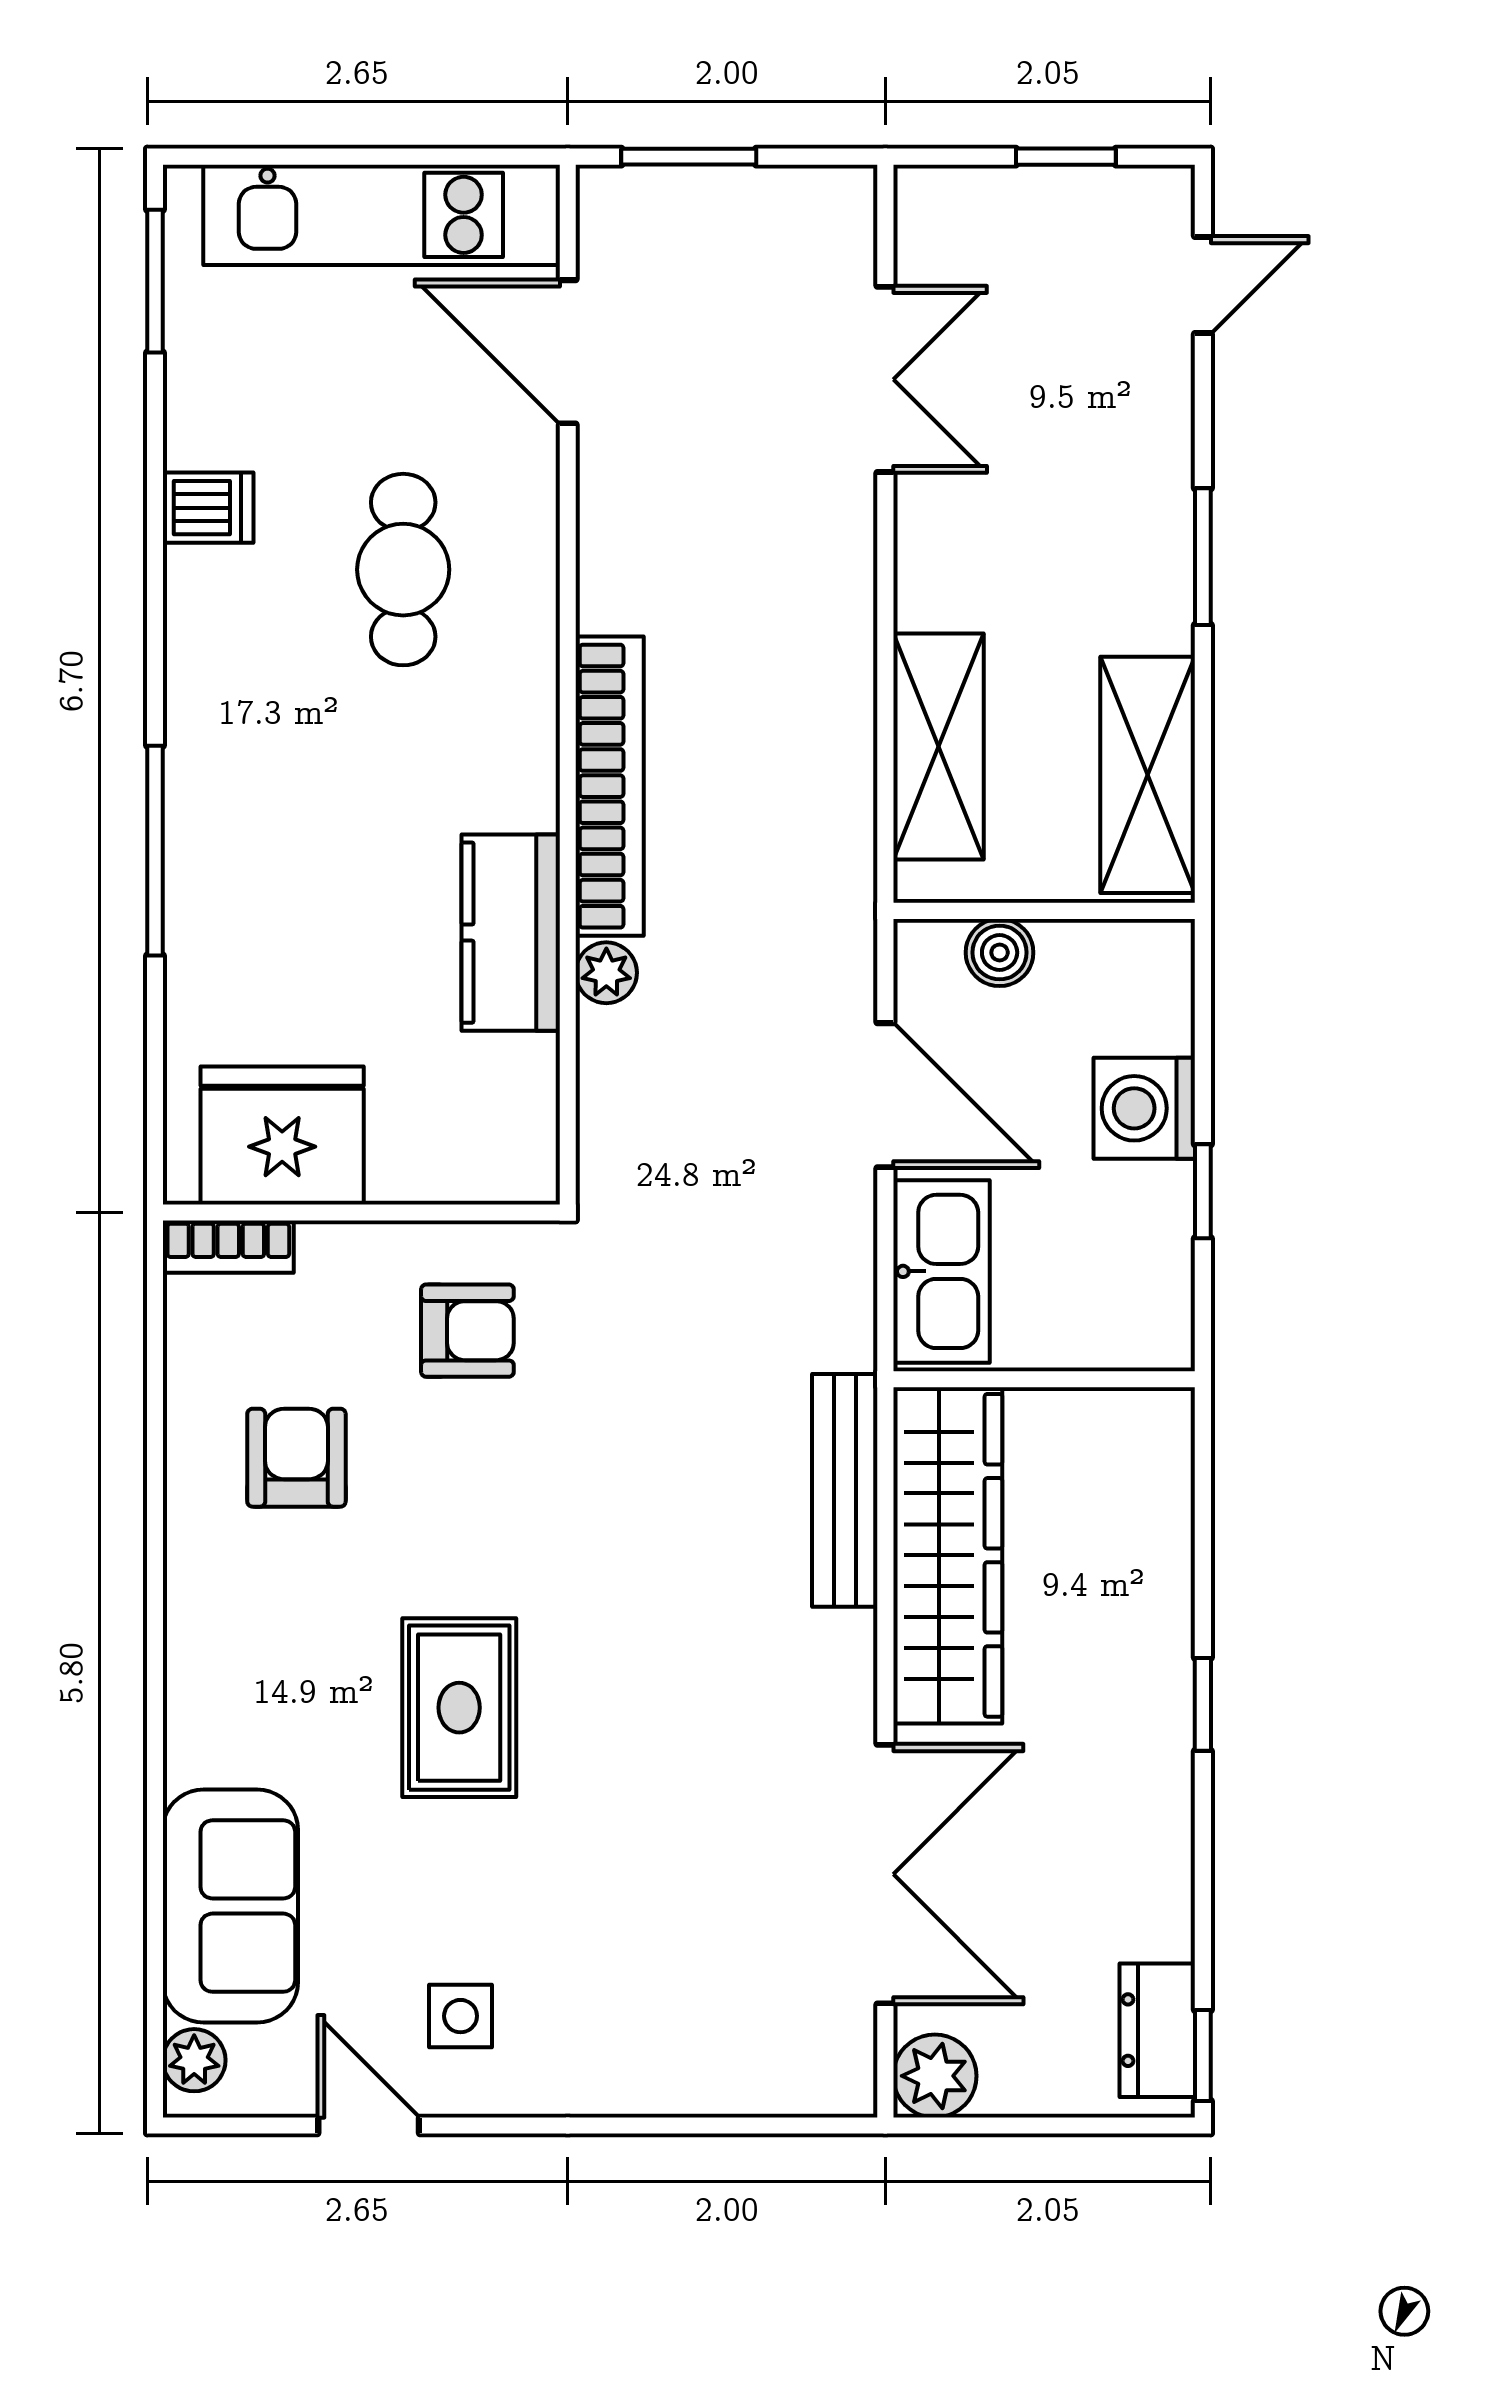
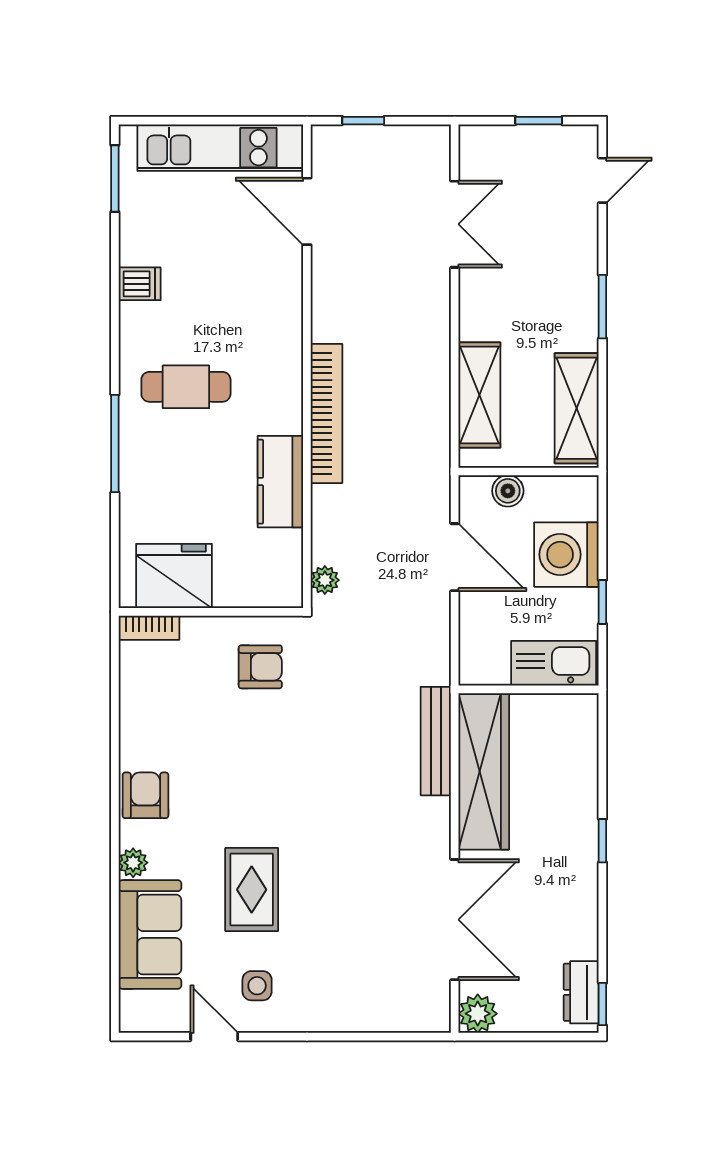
window: (689, 157) -> (363, 121), width x0.67
cafe table: (403, 570) -> (186, 387), moved, turned 90
plant: (606, 973) -> (325, 580), moved
washing machine: (1144, 1108) -> (566, 555), width x1.37, depth x1.37
kitchen sink: (941, 1271) -> (554, 663), moved, turned -90
armchair: (296, 1458) -> (145, 795), moved
rug: (459, 1708) -> (252, 890), moved
plant: (194, 2060) -> (133, 863), moved

